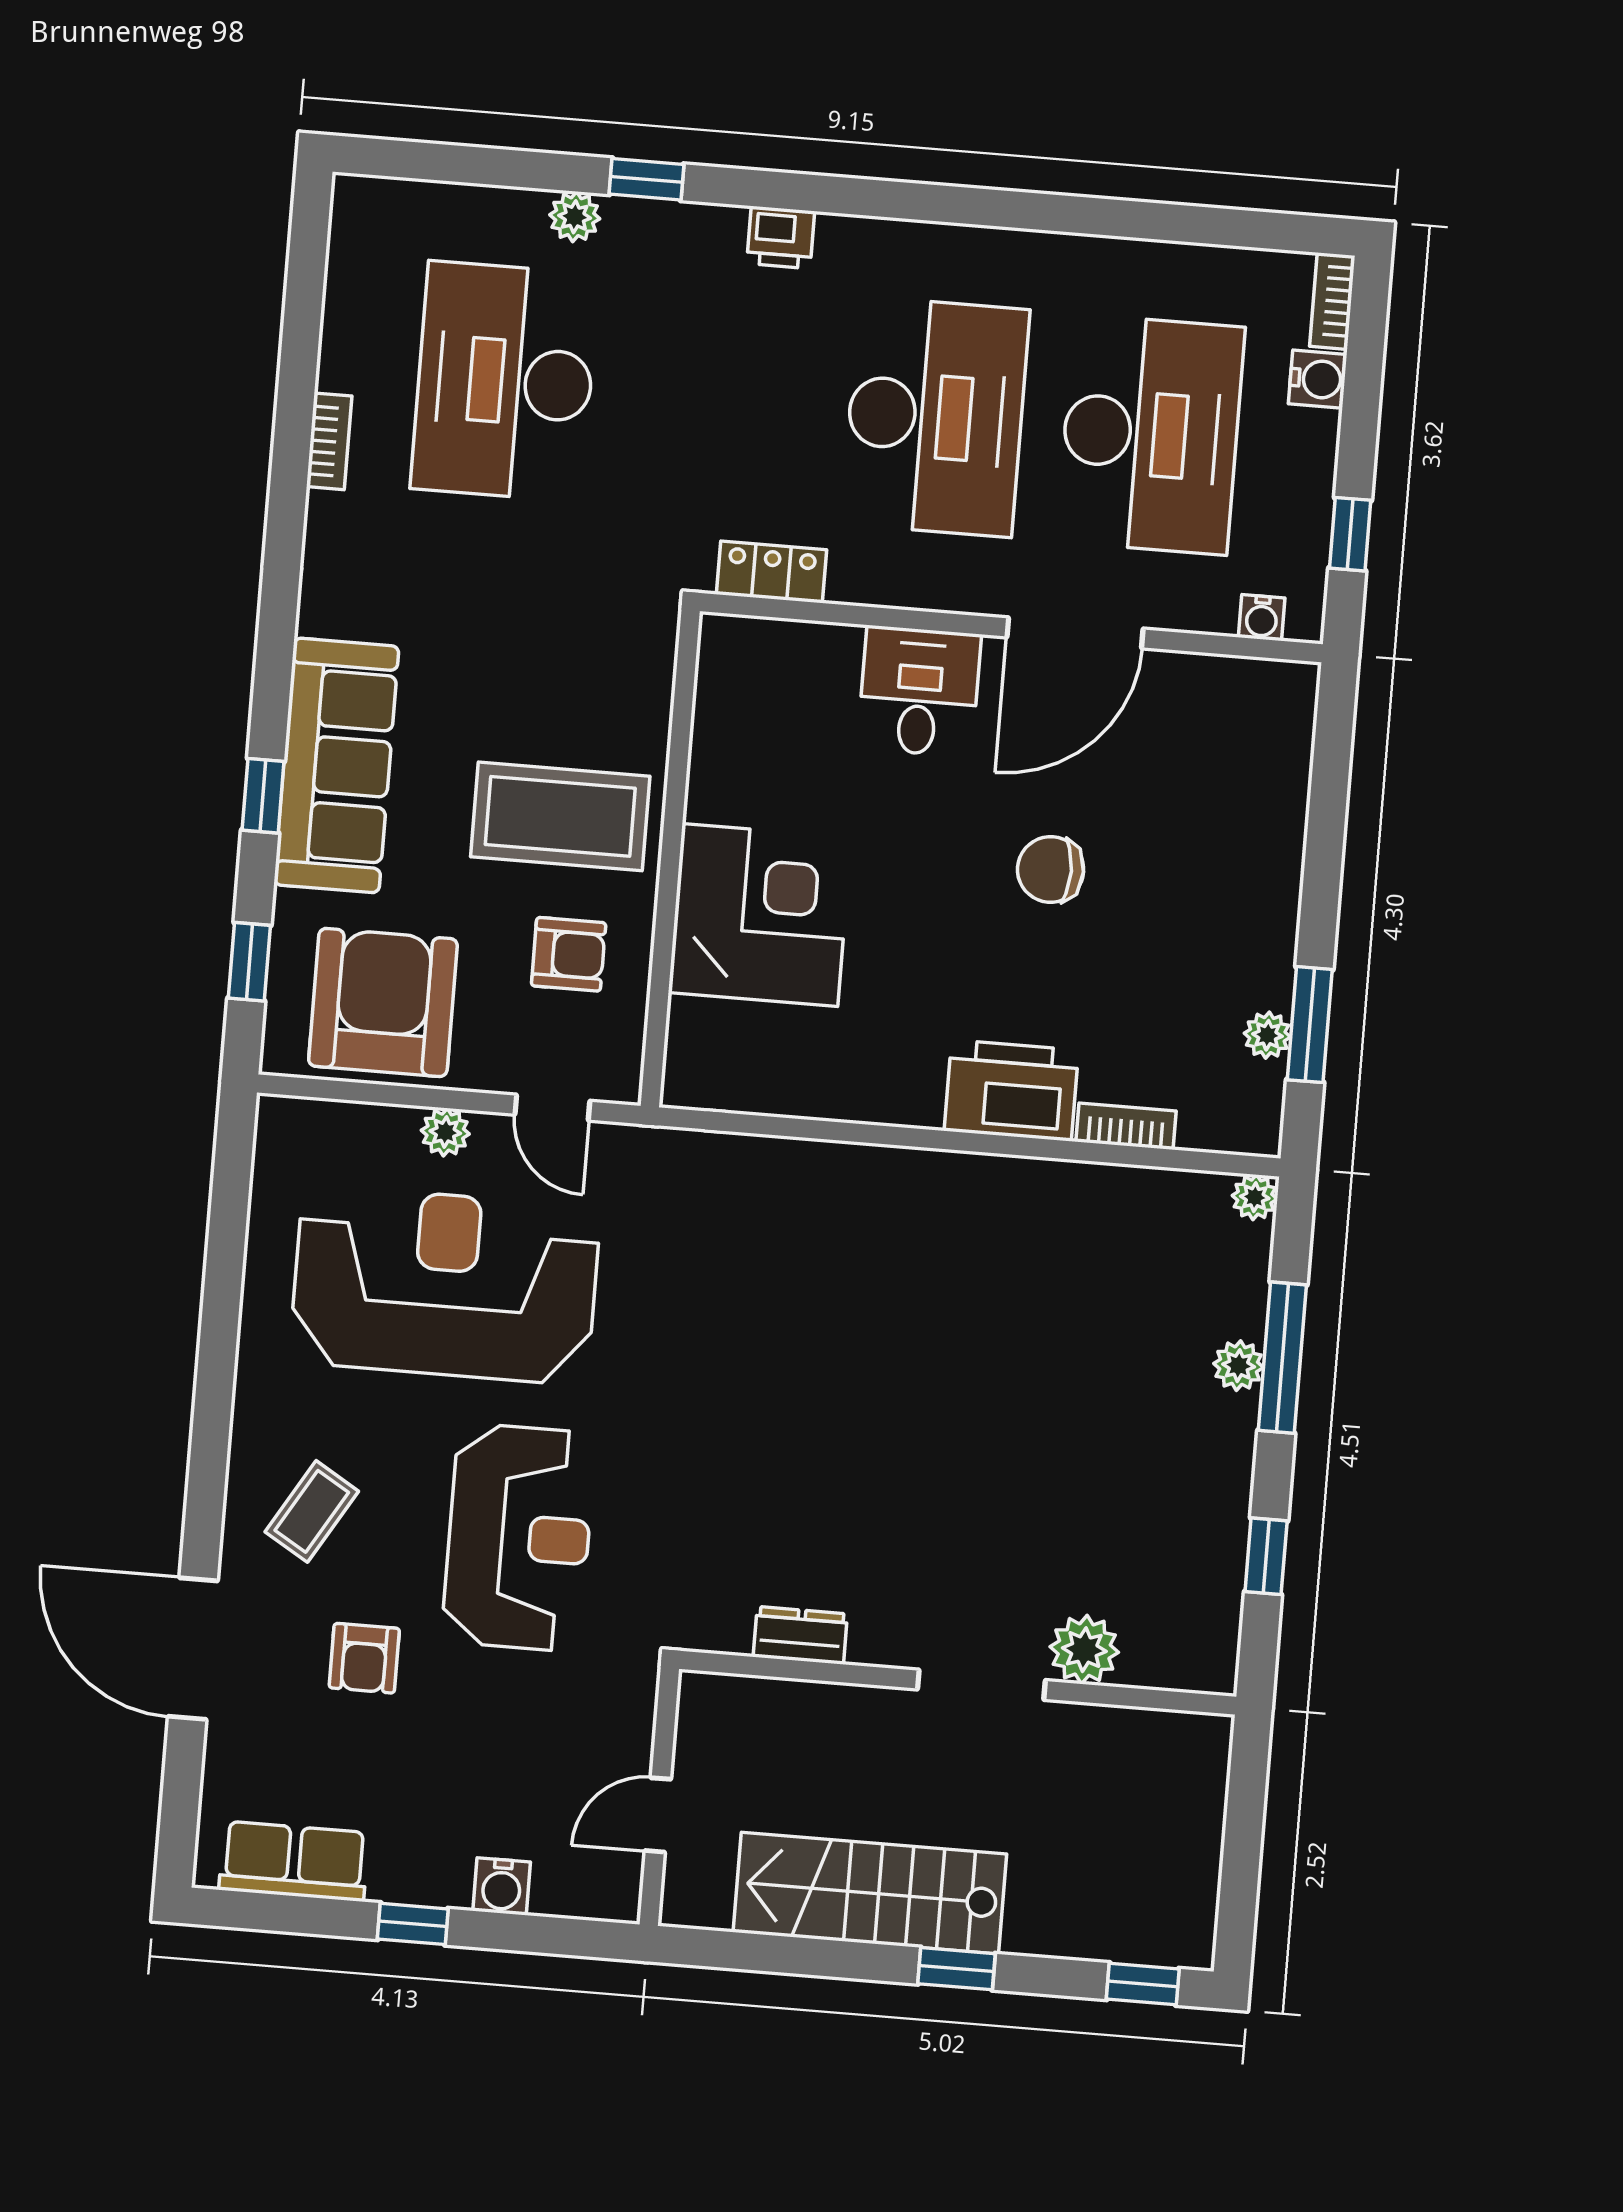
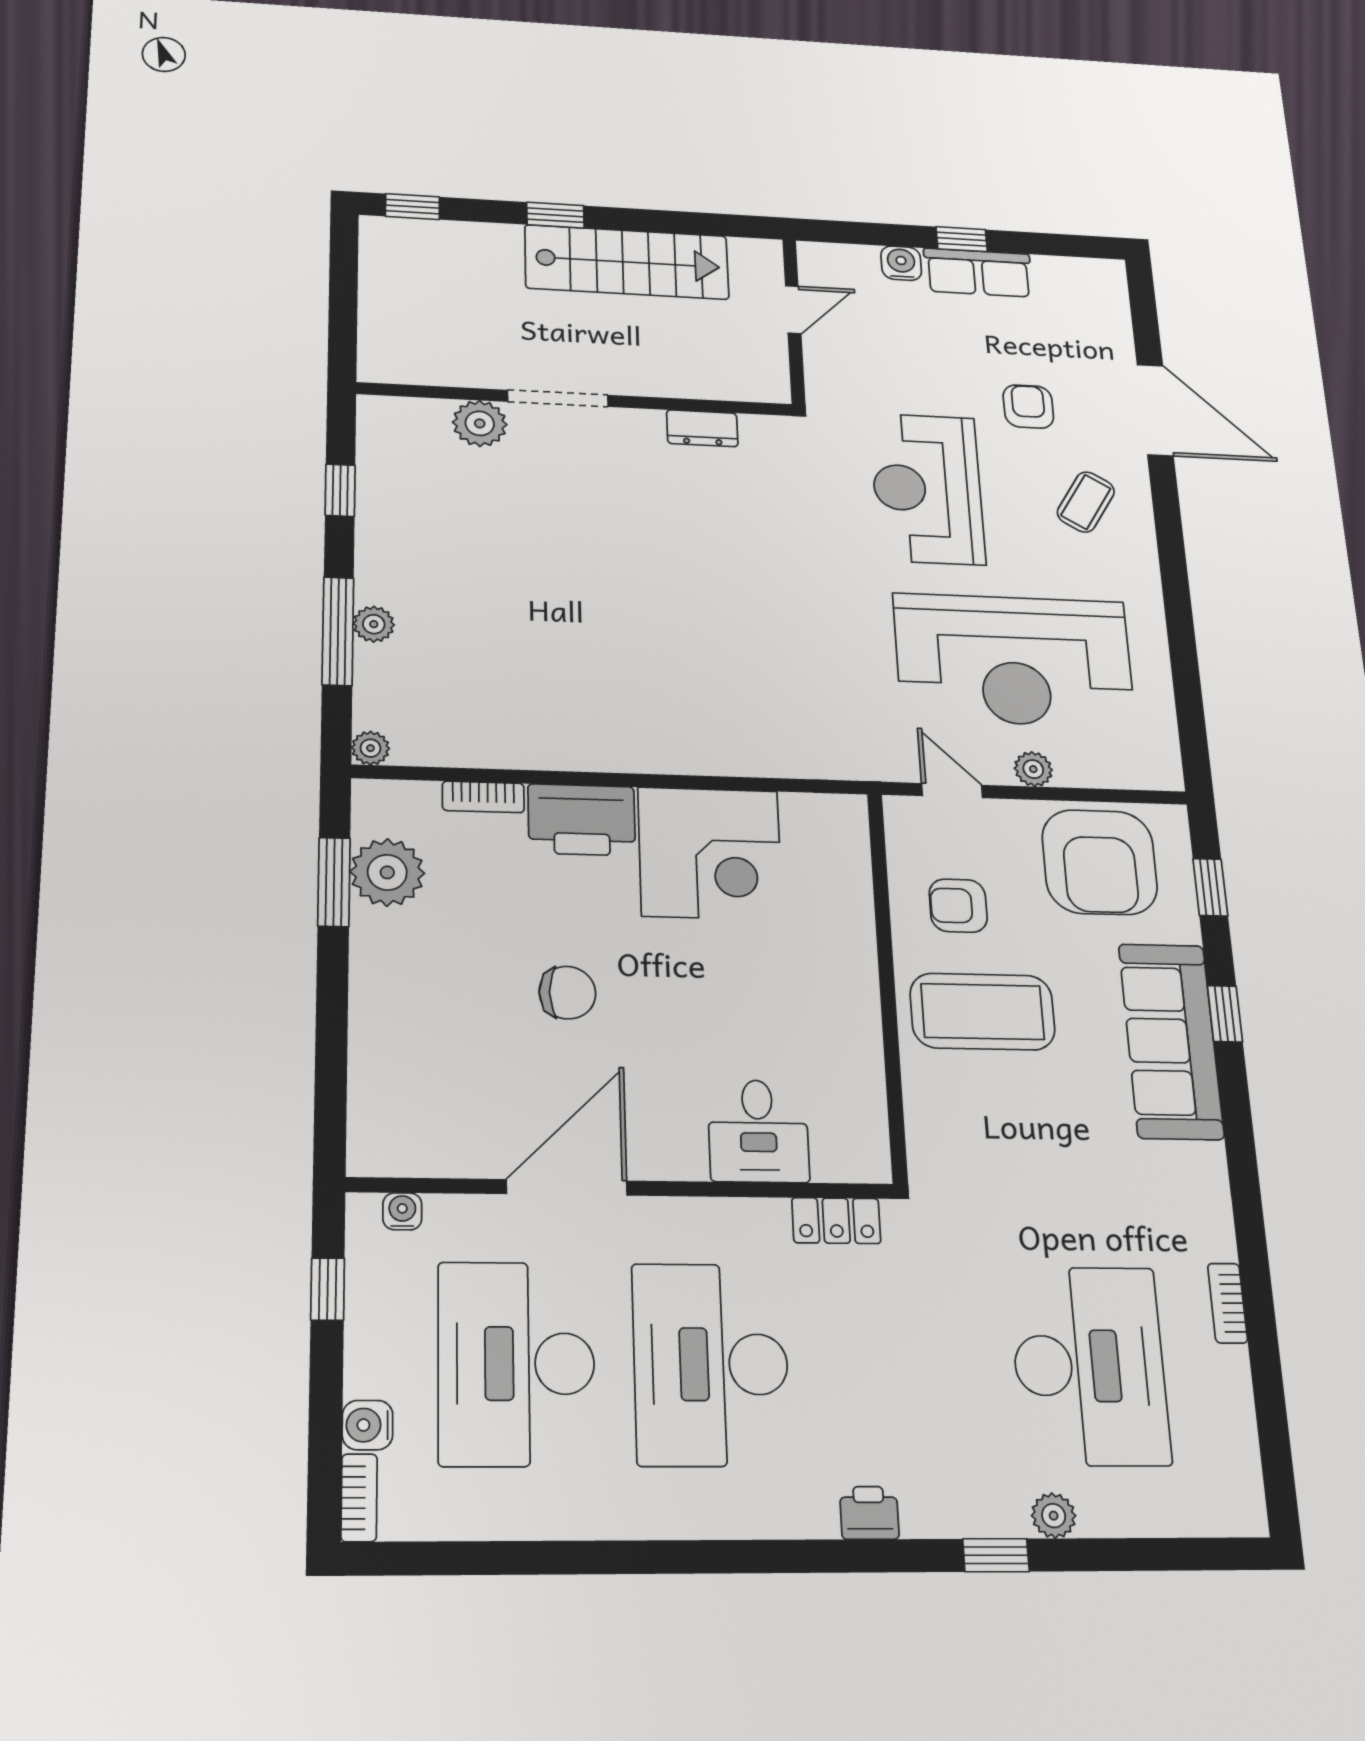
desk: (919, 691) -> (758, 1131), moved
corner desk: (760, 915) -> (710, 853), moved, turned -90
plant: (1267, 1035) -> (387, 872), width x1.87, depth x1.87
row of seats: (294, 1861) -> (978, 273), moved

